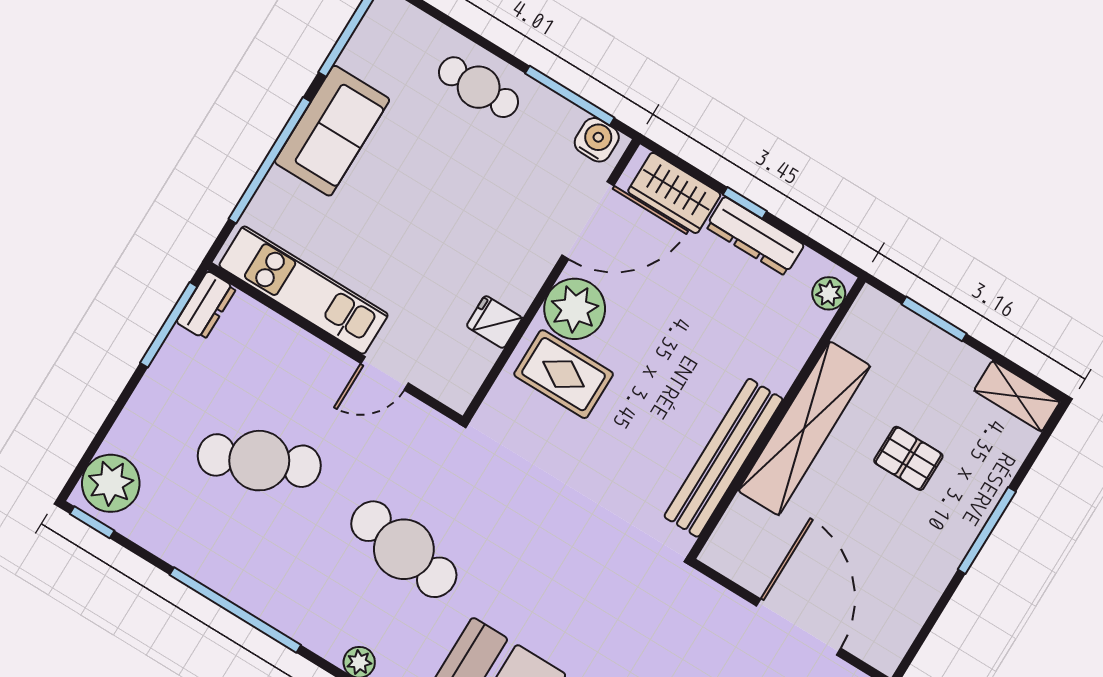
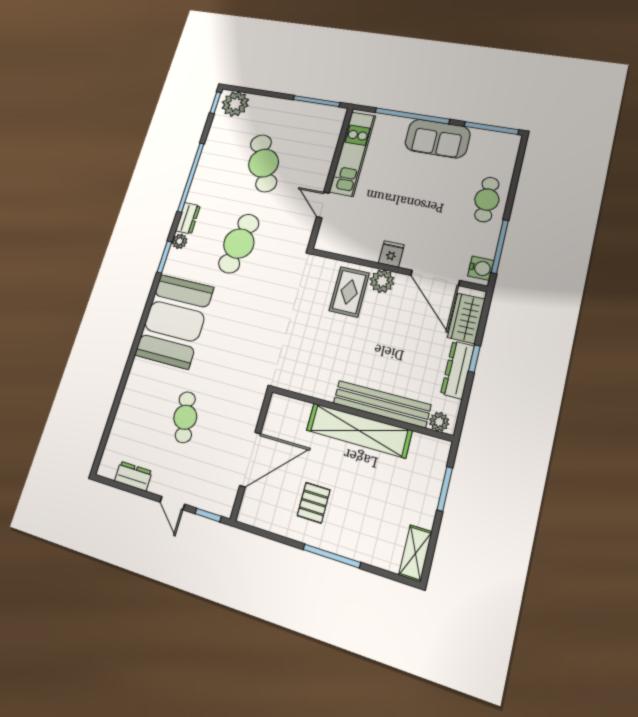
dresser: (206, 305) -> (188, 218), moved, turned -90
plant: (575, 309) -> (382, 281), width x0.73, depth x0.73
fridge: (494, 322) -> (391, 254), moved
bench: (723, 458) -> (382, 404), moved
pallet: (908, 458) -> (314, 503), moved

